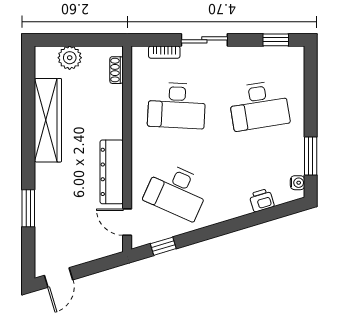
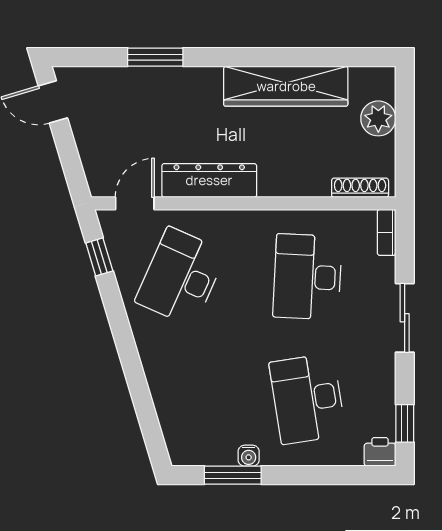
bookcase: (164, 52) -> (387, 232), moved
shoe rack: (117, 70) -> (360, 188), width x1.43
water cooler: (298, 183) -> (249, 456), moved
printer: (262, 200) -> (380, 452), moved, turned -73

